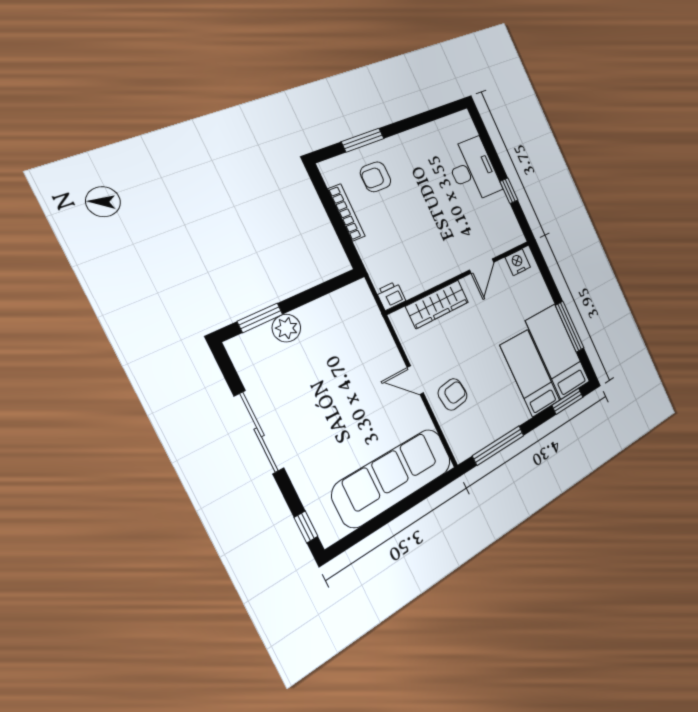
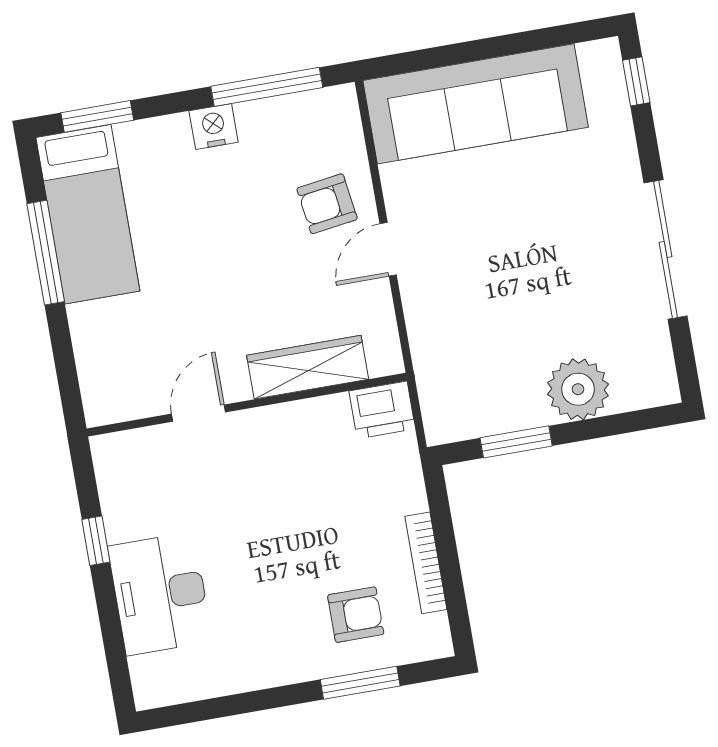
nightstand: (518, 262) -> (214, 126), moved, turned 180
printer: (391, 296) -> (382, 410), width x1.36, depth x1.24
window: (260, 318) -> (516, 442), moved
plant: (286, 328) -> (578, 389), width x1.36, depth x1.36
bed: (530, 373) -> (161, 193), removed
door: (415, 380) -> (388, 249), swing flipped

